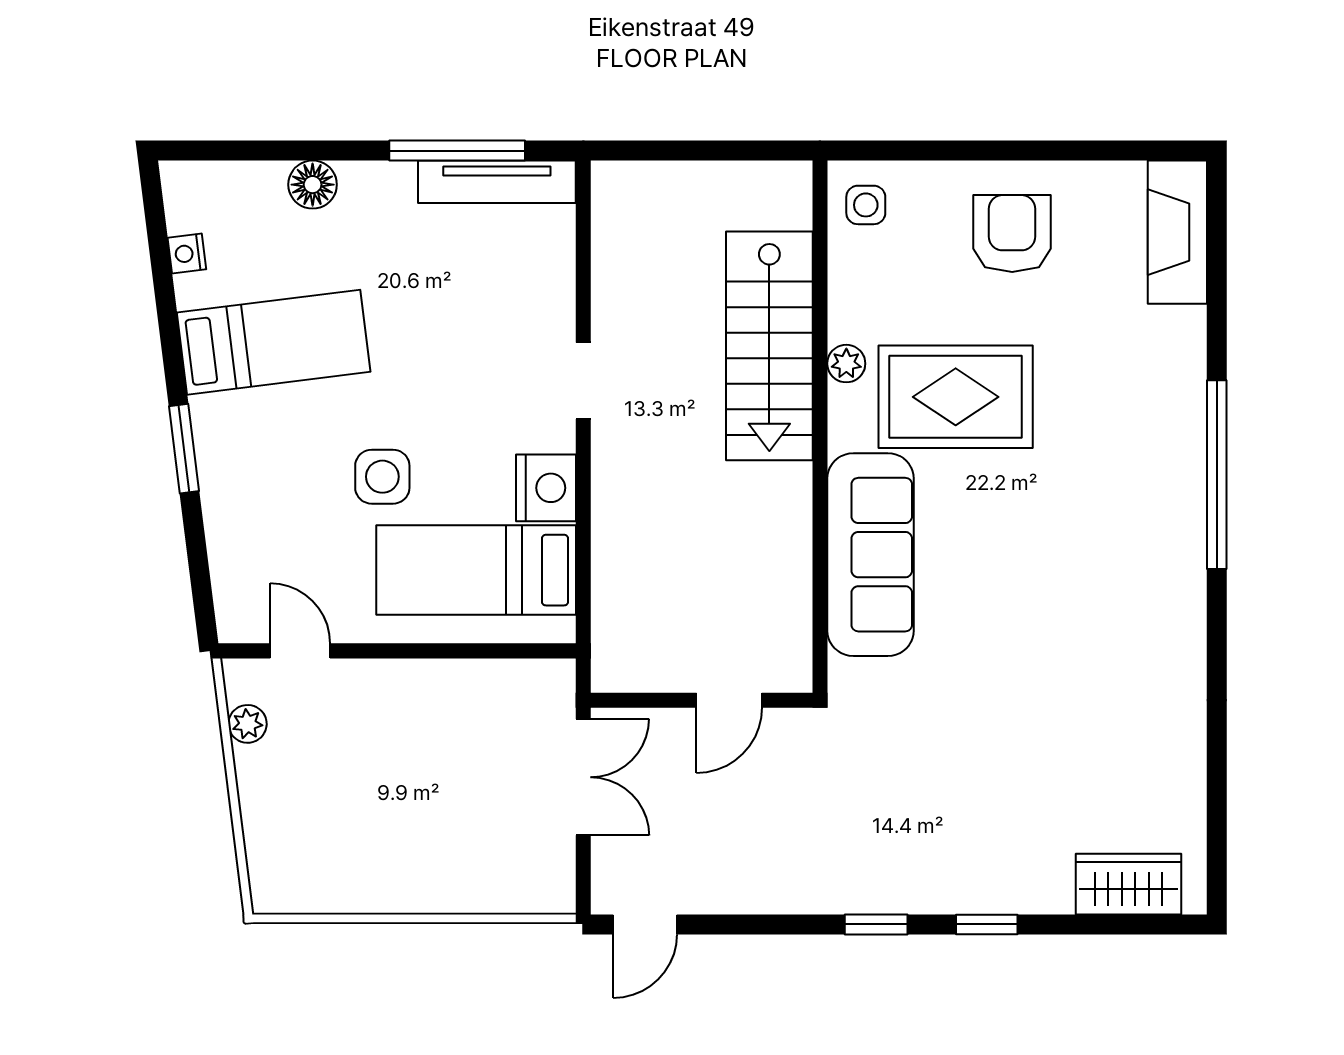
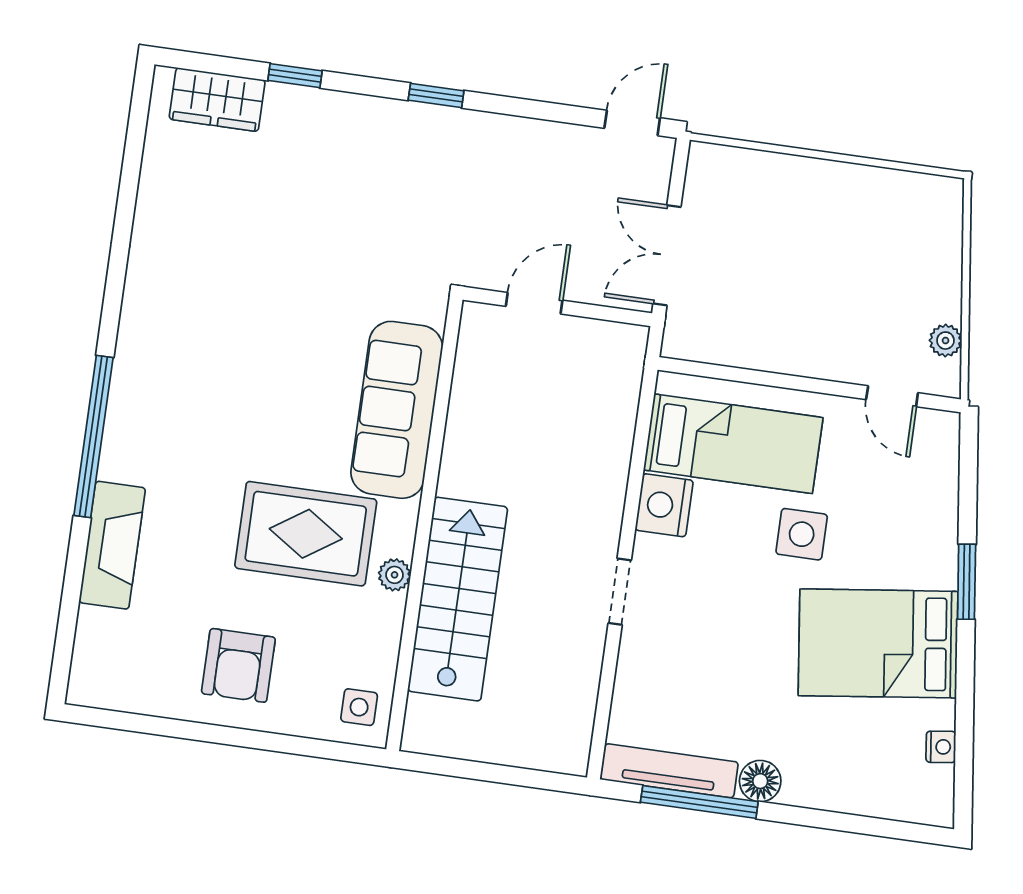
floor lamp: (313, 185) -> (760, 781), moved
fireplace: (1177, 232) -> (112, 545), moved
bed: (274, 342) -> (878, 643), width x1.50
window: (987, 924) -> (295, 76), moved

